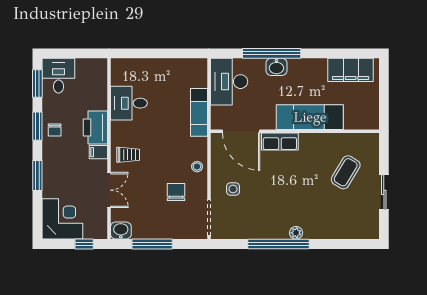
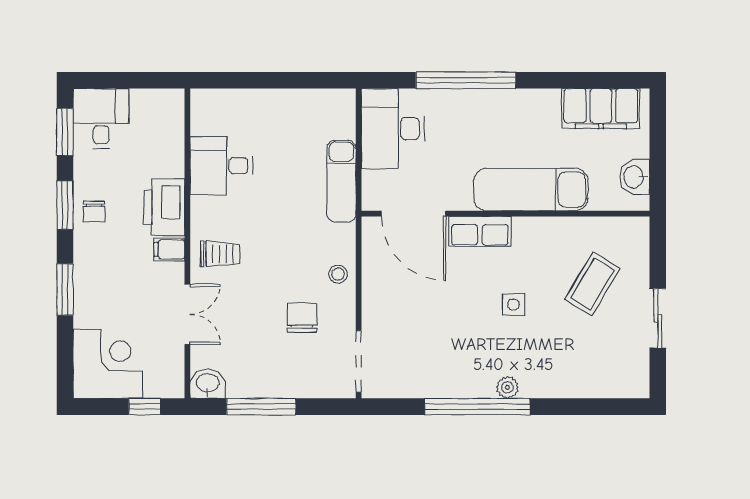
washbasin: (276, 67) -> (635, 177), moved, turned 90
side table: (233, 189) -> (514, 305), moved

